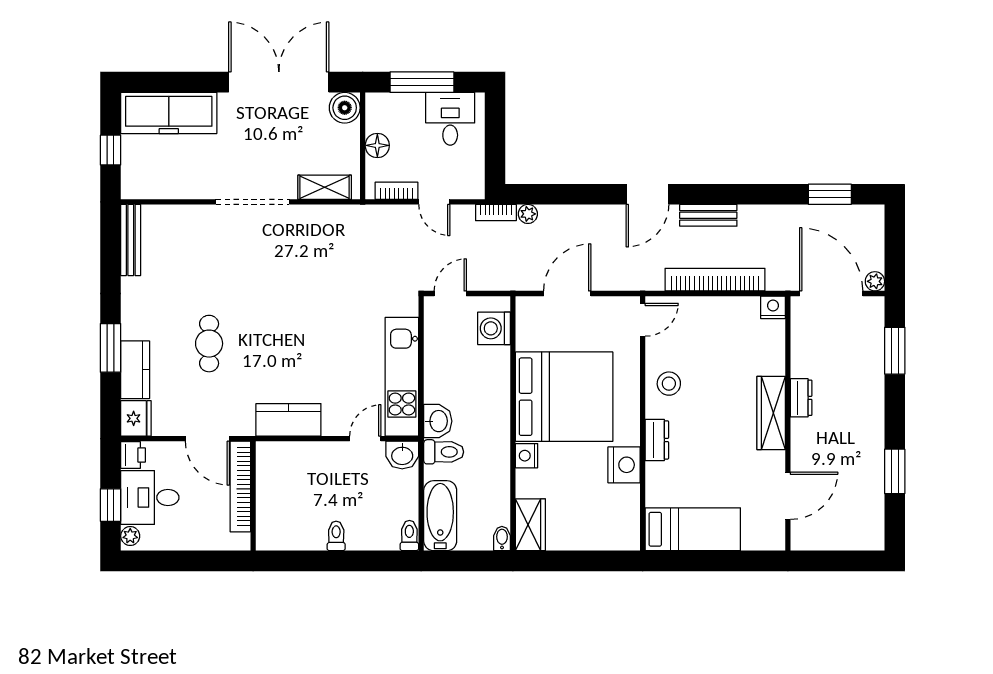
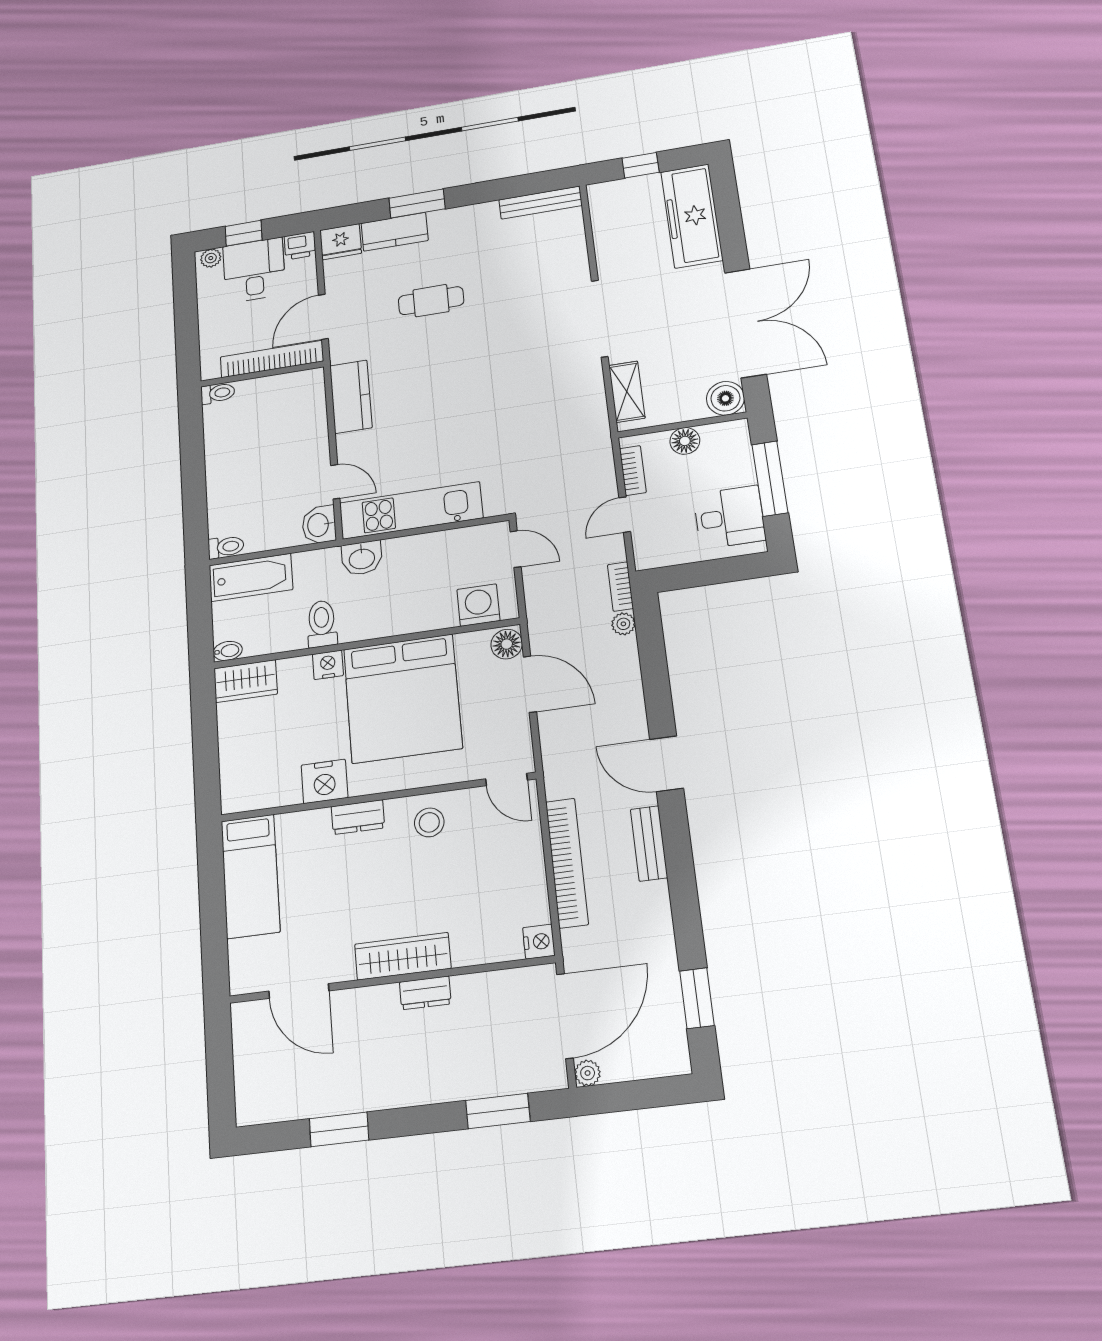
floor lamp: (531, 309) -> (507, 644), added
toilet: (444, 452) -> (322, 624), moved, turned 180
toilet: (336, 536) -> (218, 393), moved

